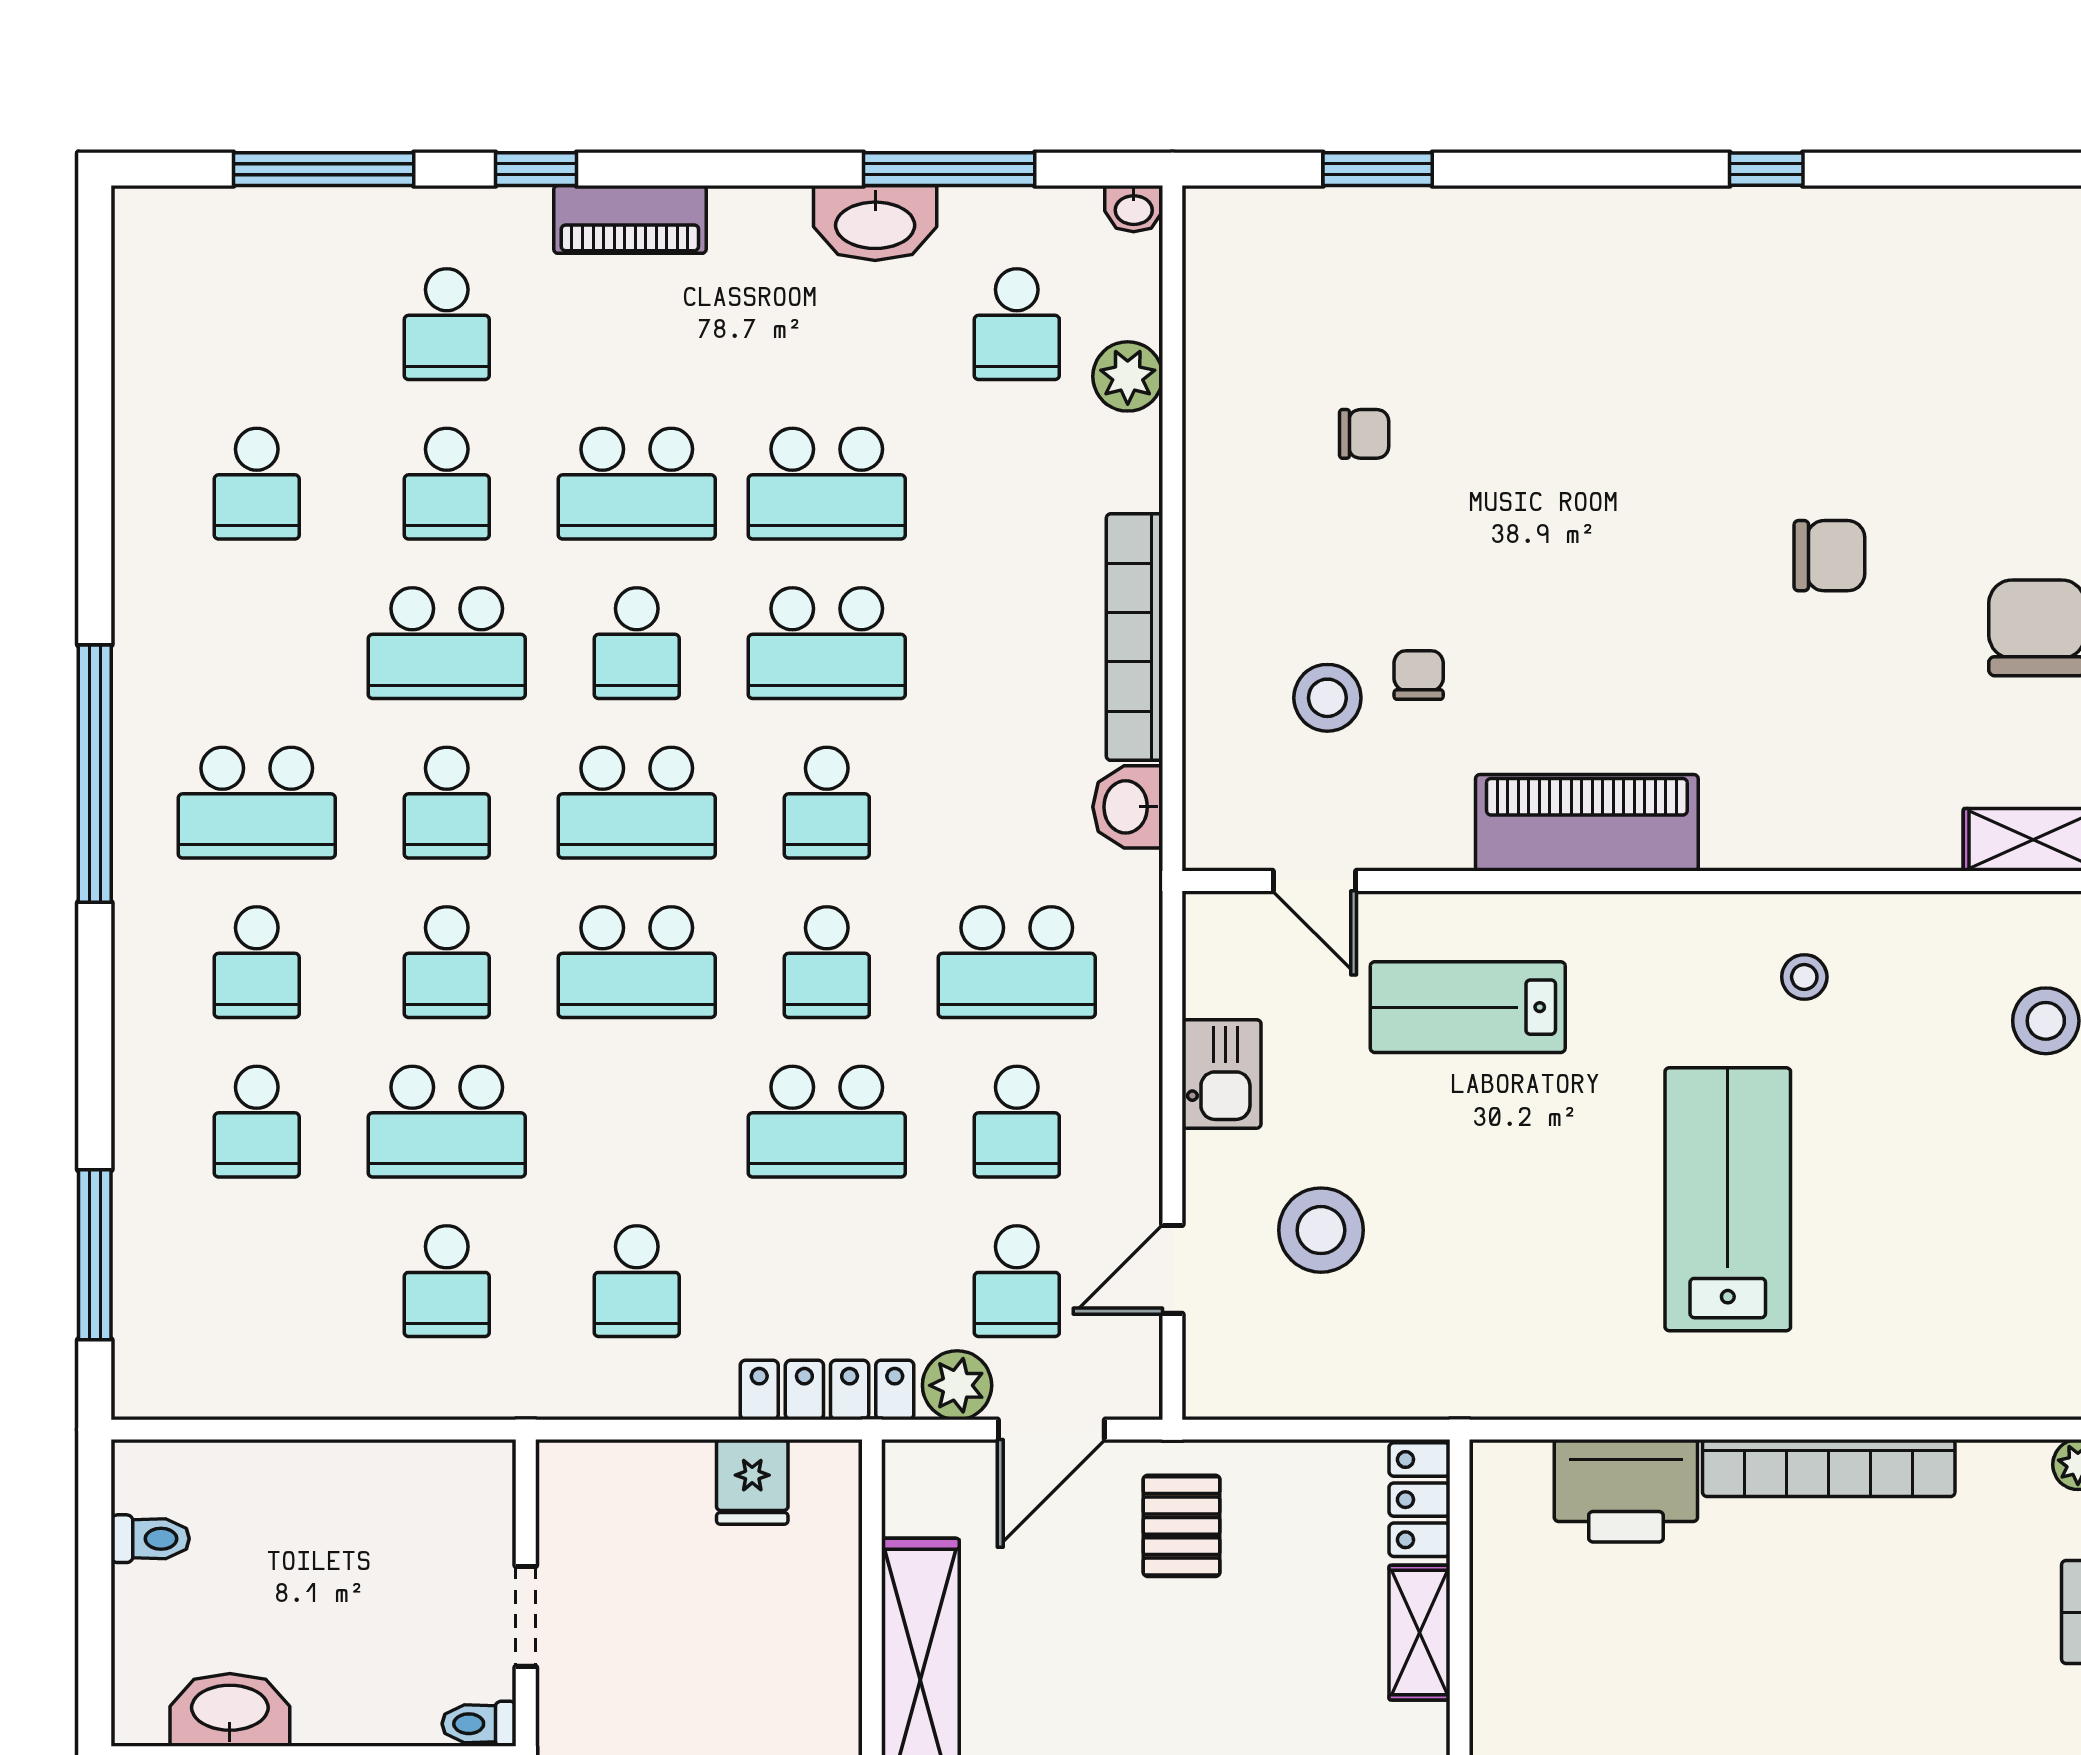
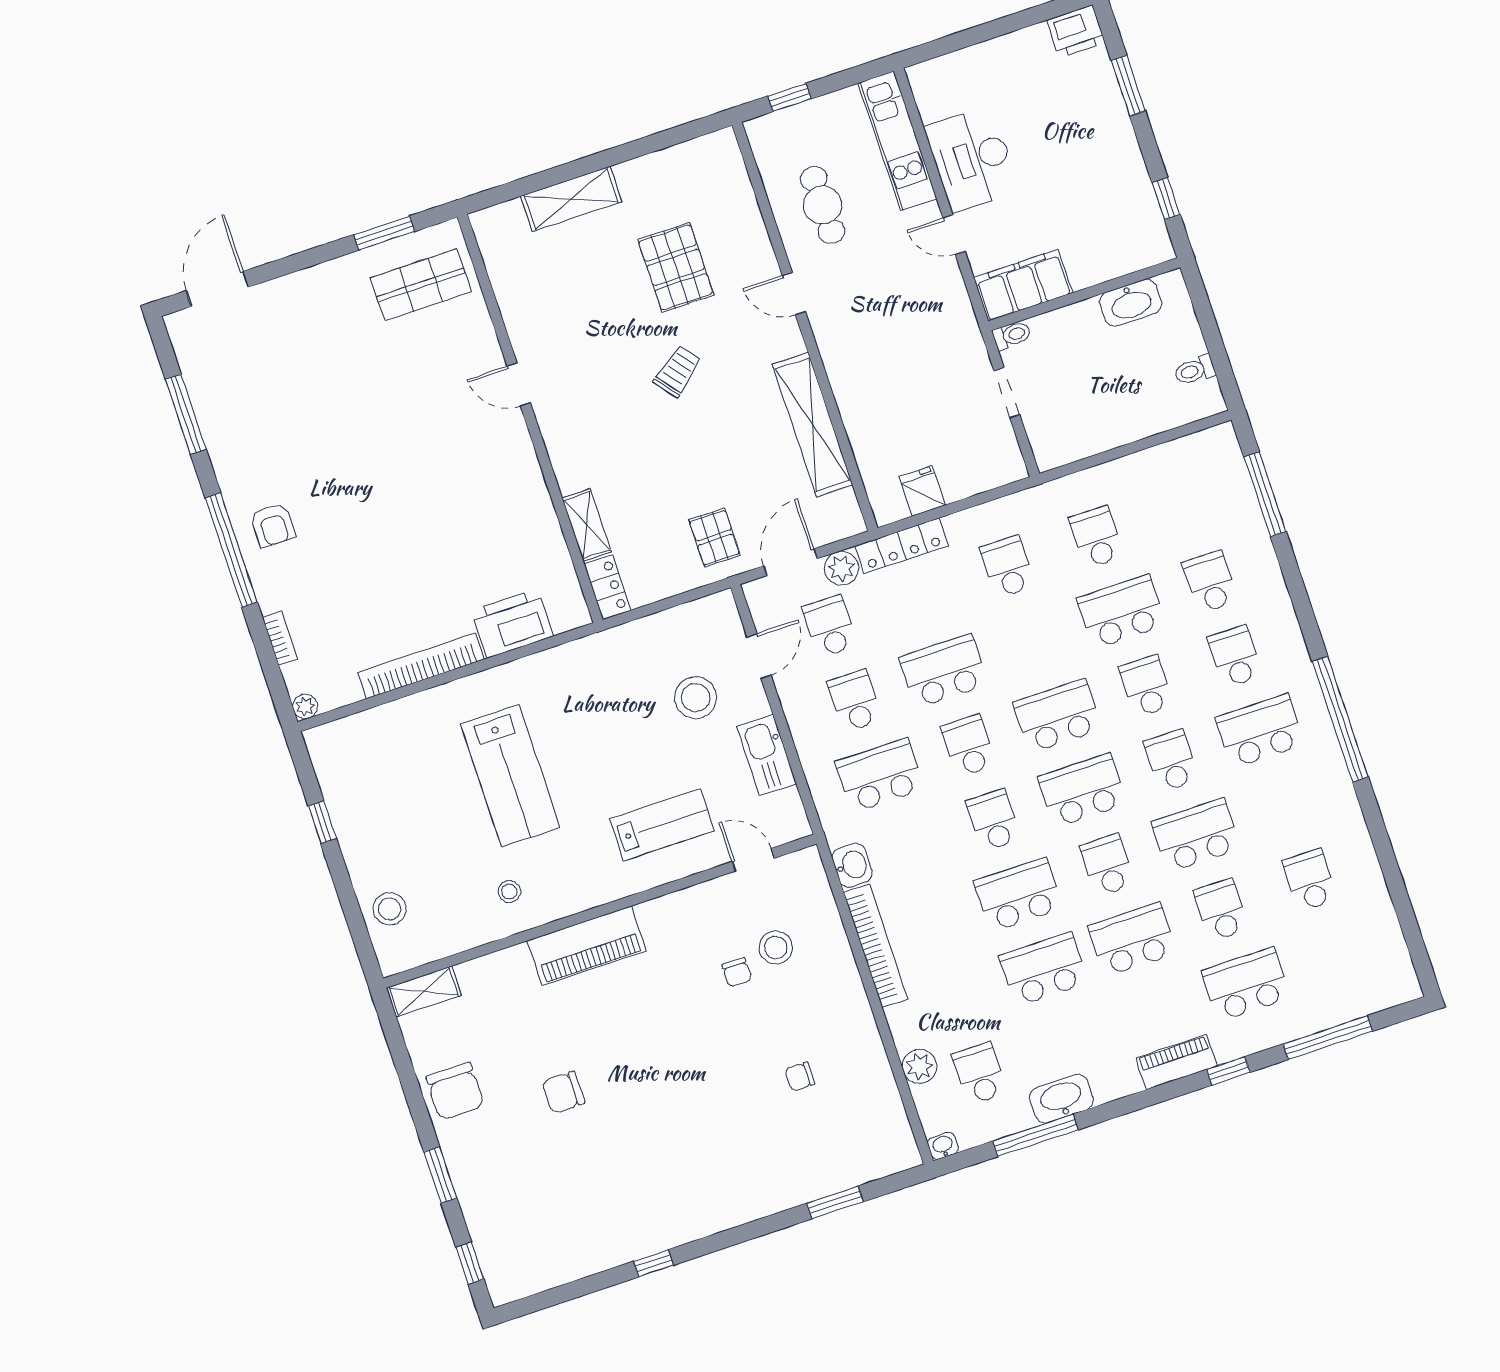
school desk: (447, 324) -> (1246, 984), width x1.85
piano: (1587, 823) -> (587, 946), moved
kitchen sink: (1221, 1074) -> (767, 755), width x1.38

